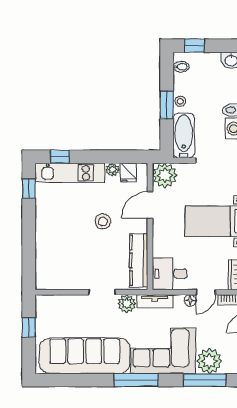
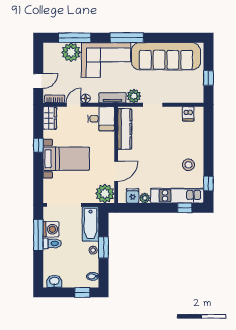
stool: (103, 221) -> (188, 165), moved
dishwasher: (55, 280) -> (188, 114), added

